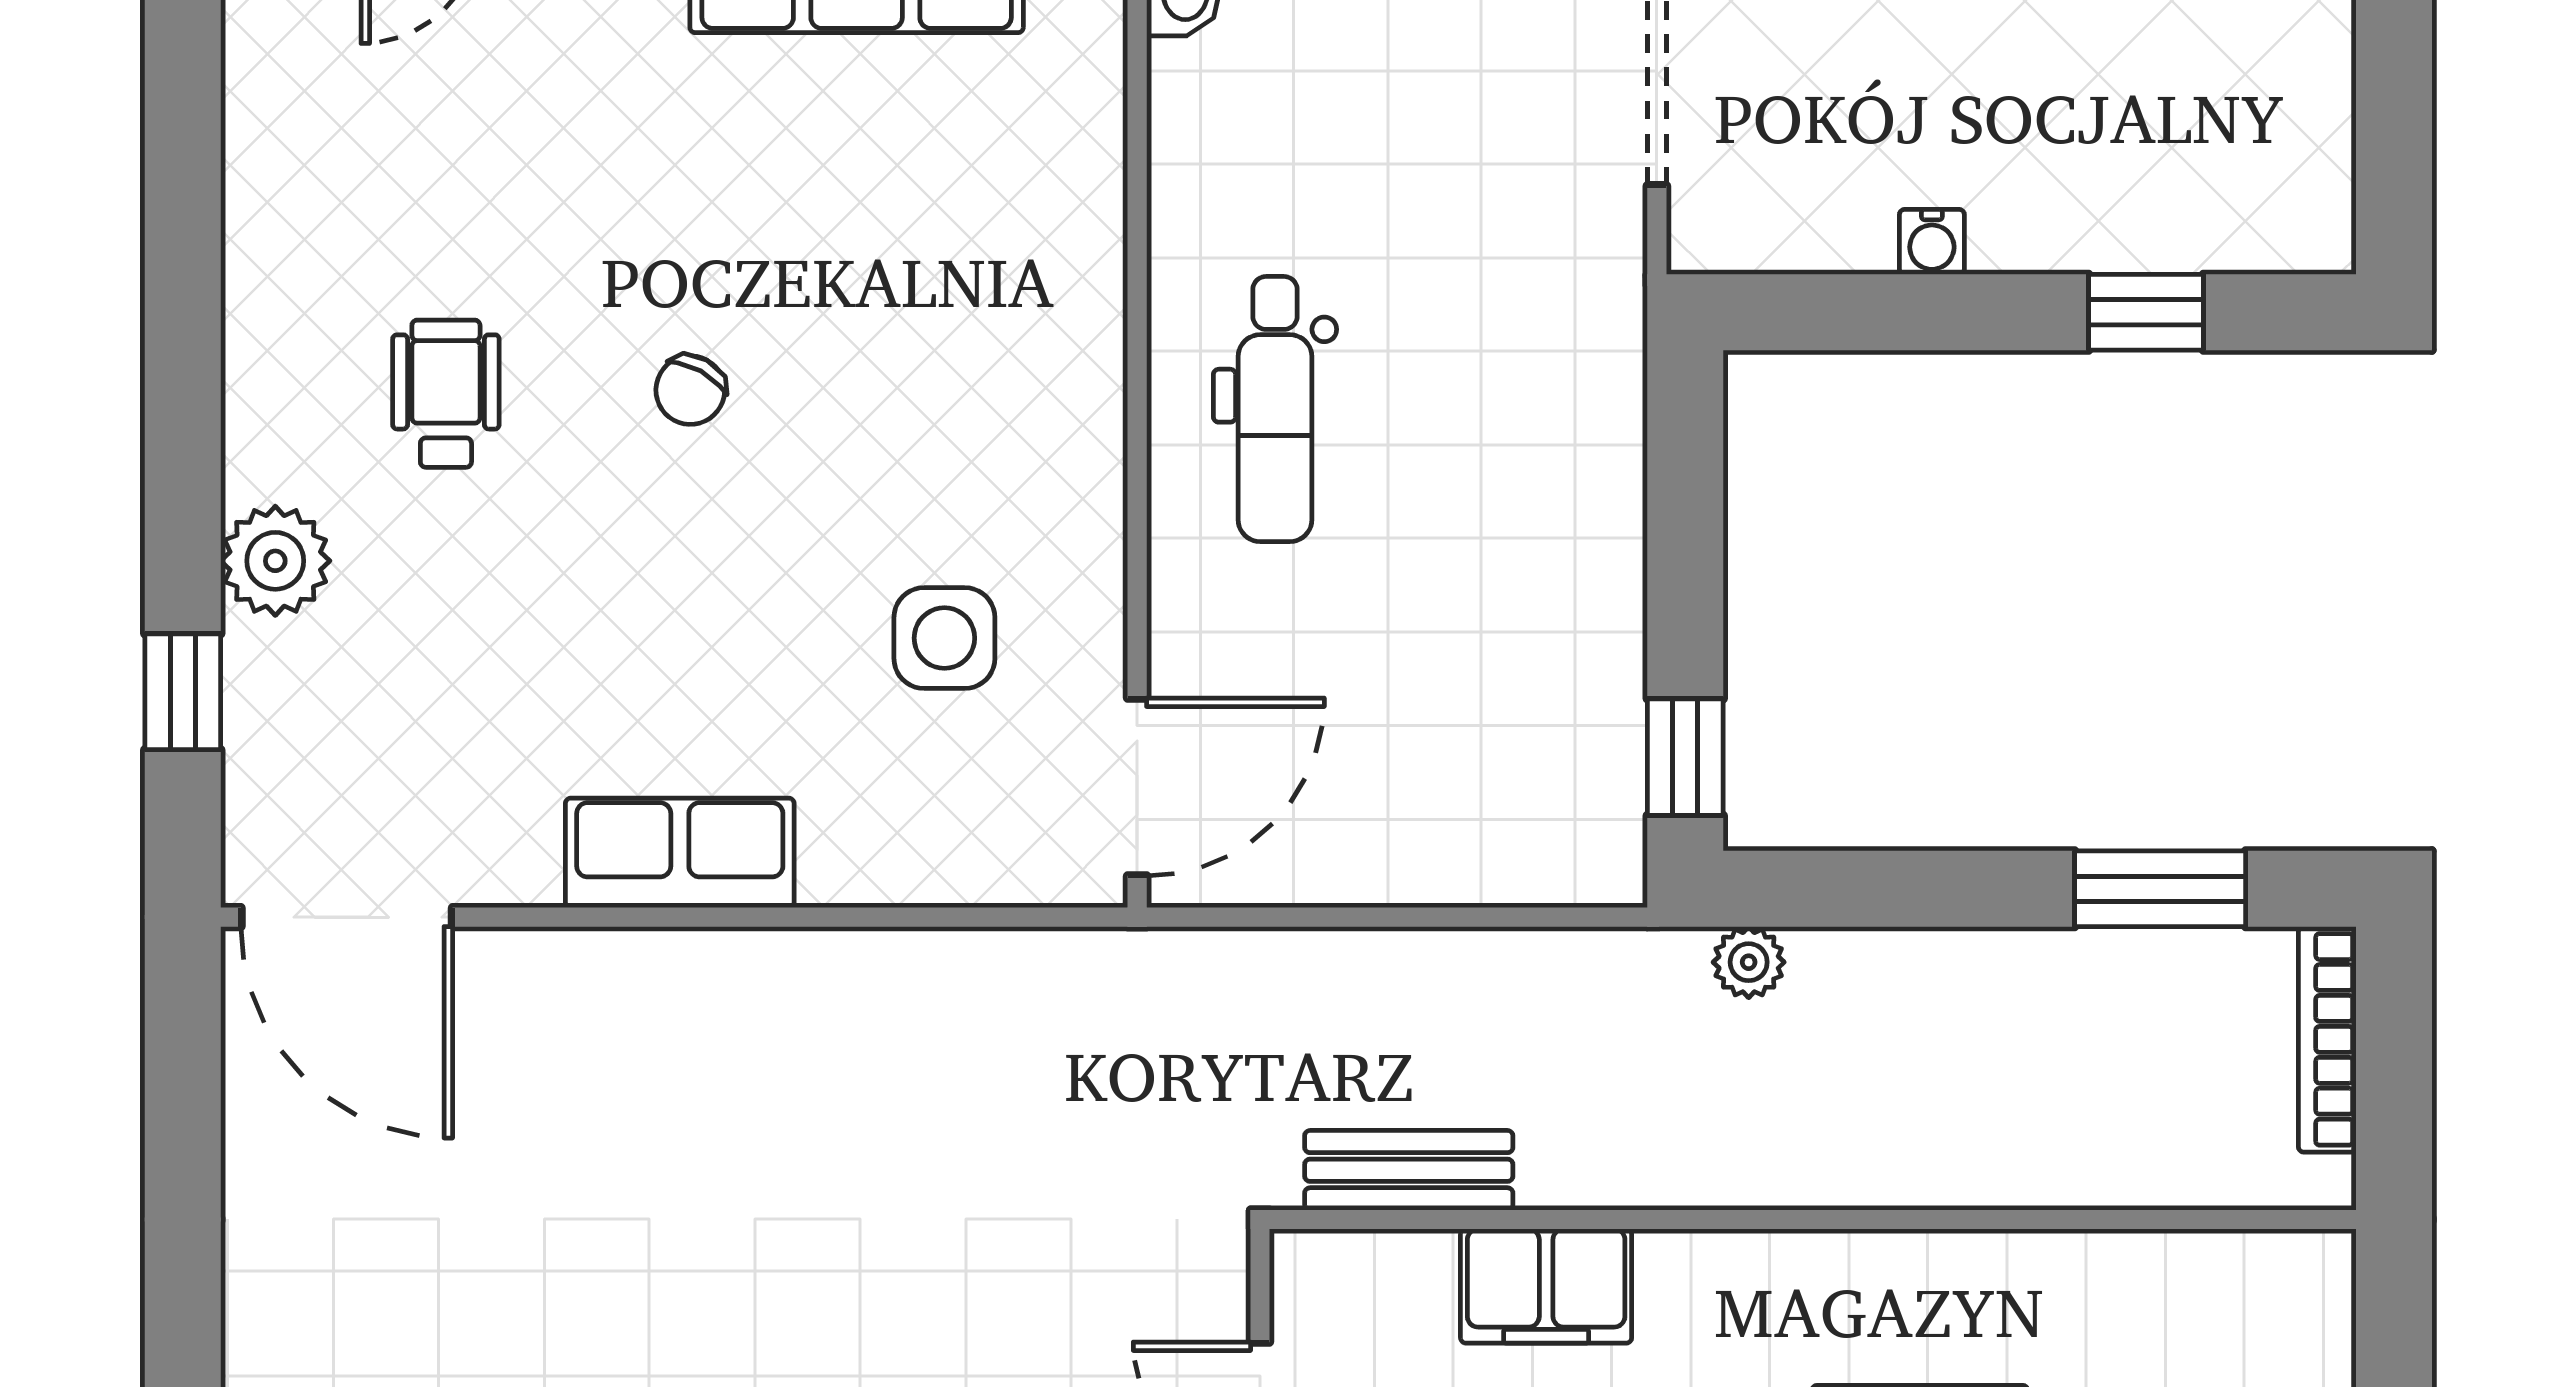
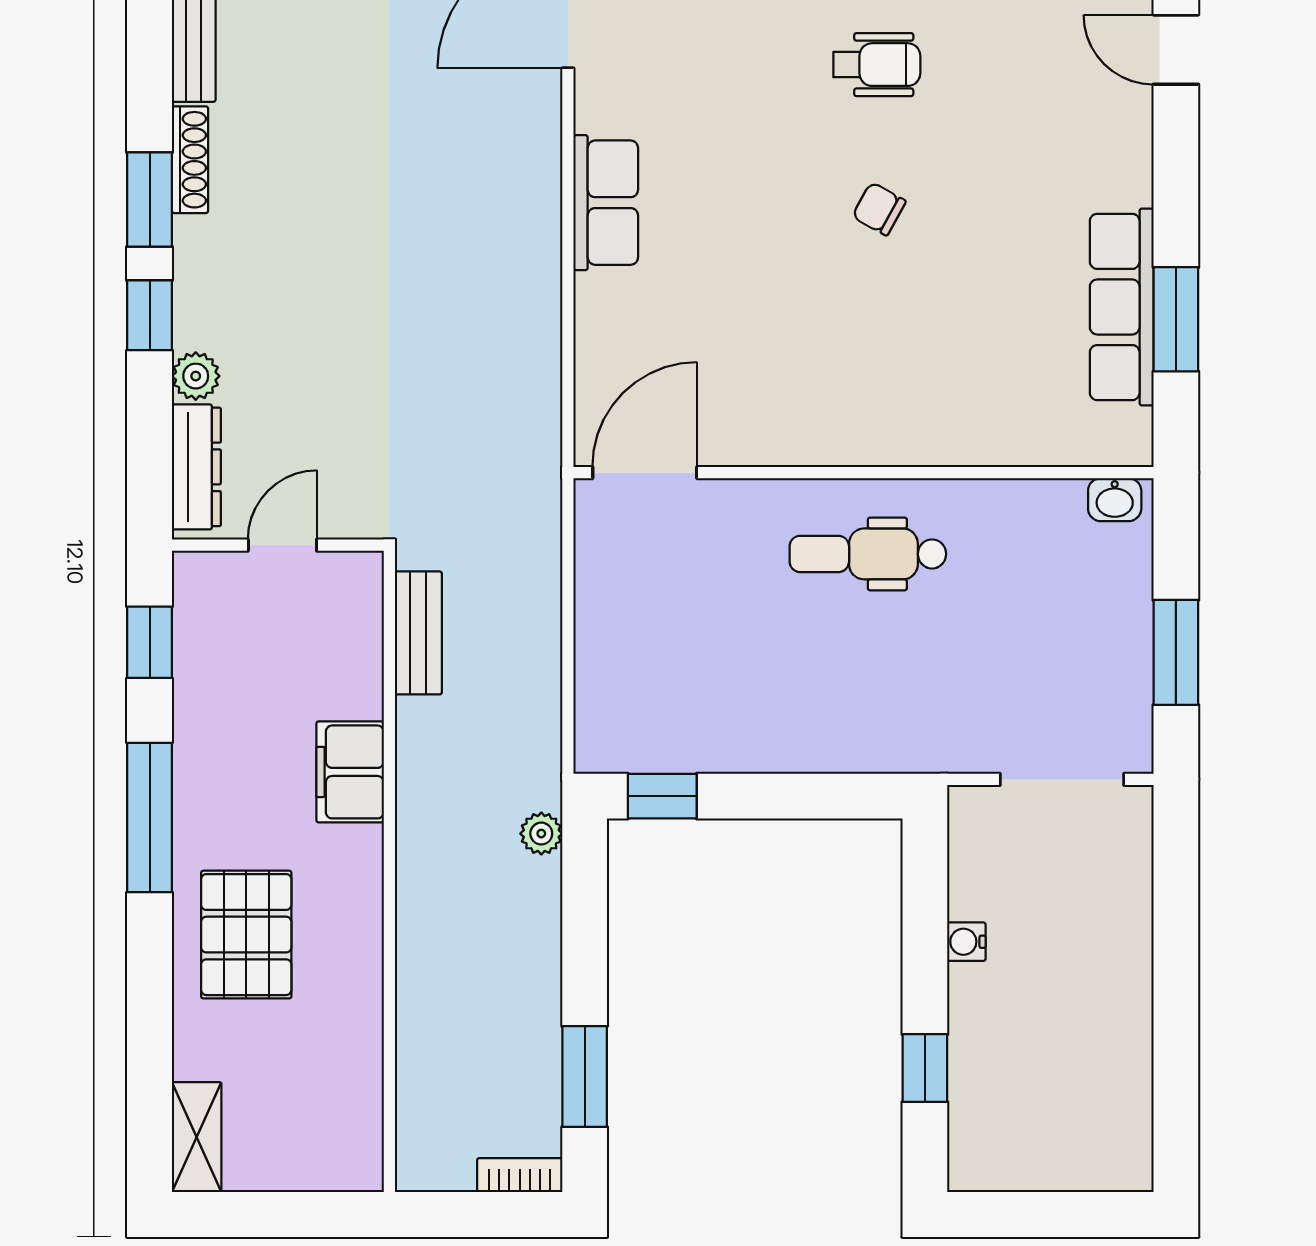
side table: (944, 638) -> (733, 359), removed
door: (1137, 787) -> (645, 473), swing flipped
bookcase: (2327, 1039) -> (520, 1175), width x0.64
filing cabinet: (1546, 1286) -> (350, 772), moved

